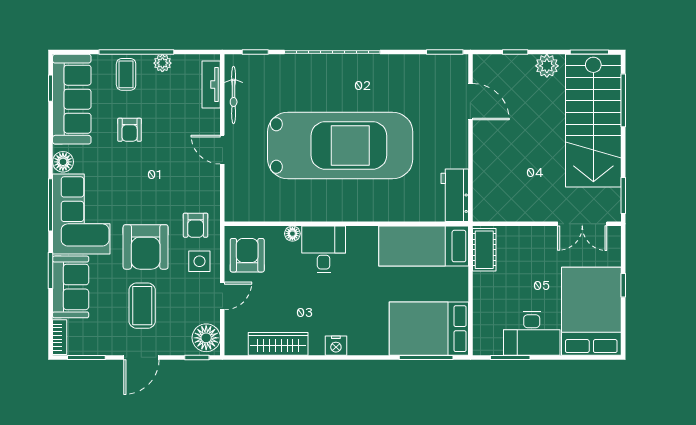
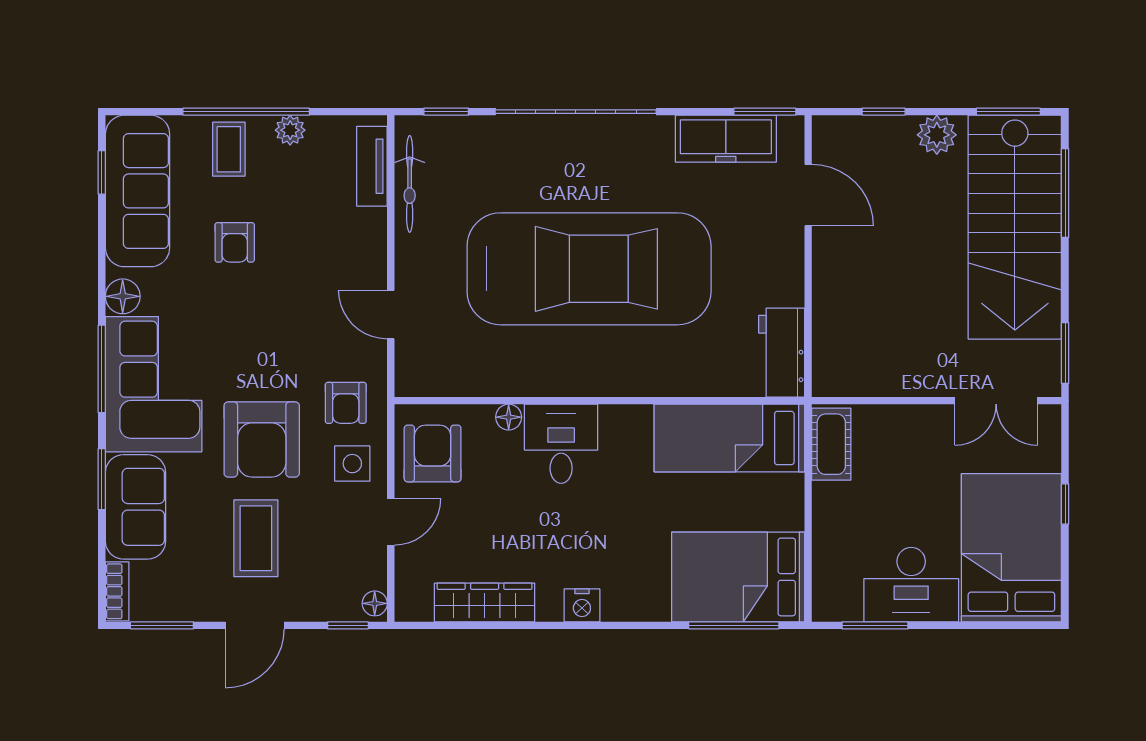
freezer: (422, 68) -> (726, 139), added
door: (222, 150) -> (391, 314), moved
floor lamp: (206, 338) -> (375, 603), width x0.53, depth x0.53

